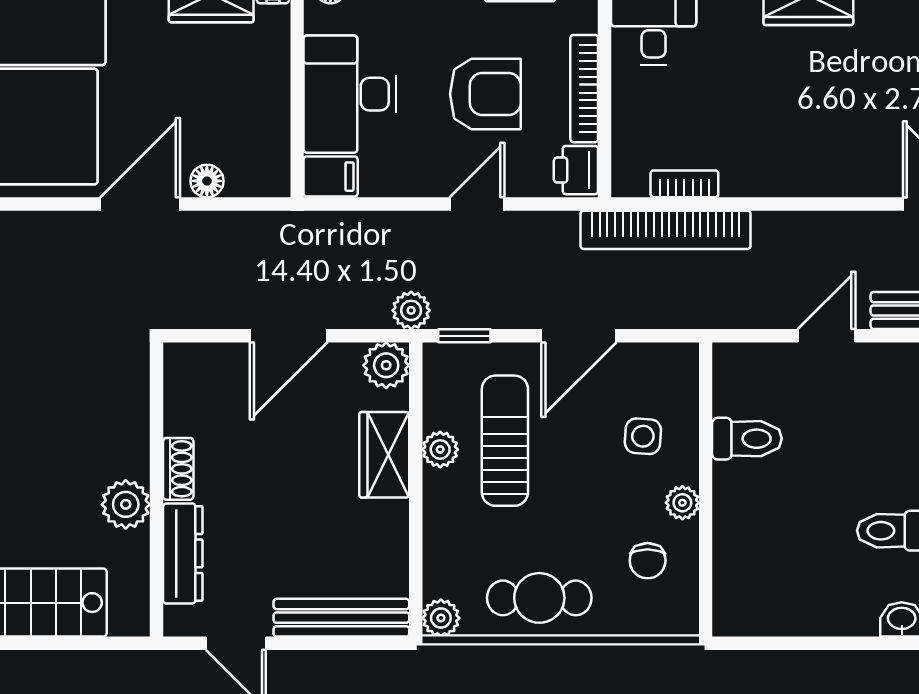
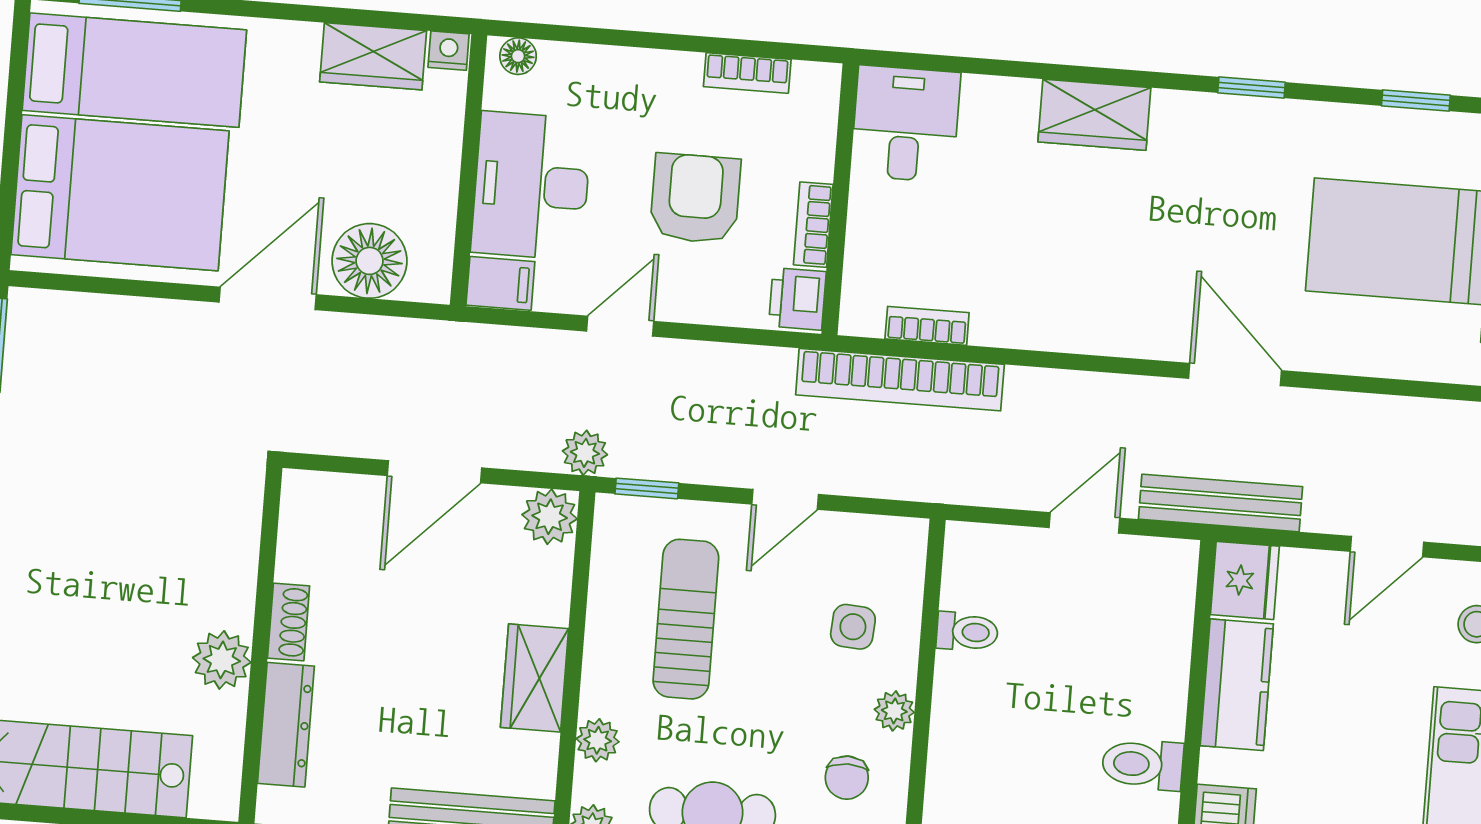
bookcase: (584, 89) -> (813, 225), width x0.64
armchair: (485, 94) -> (695, 198), turned -90
floor lamp: (207, 181) -> (370, 261), width x1.89, depth x1.89
door: (477, 204) -> (620, 326), moved
door: (579, 336) -> (785, 499), width x0.73
toilet: (747, 439) -> (967, 632), width x0.73, depth x0.72
plant: (440, 449) -> (598, 740), moved
wardrobe: (384, 455) -> (535, 678), moved

